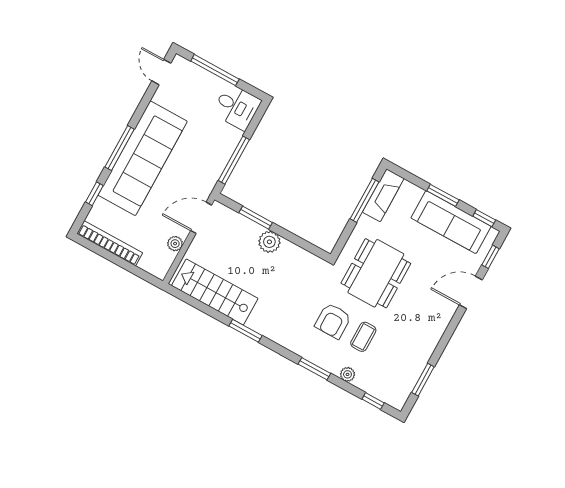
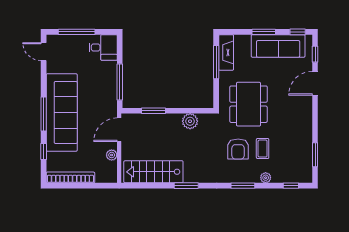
plant: (269, 242) -> (190, 121), moved

